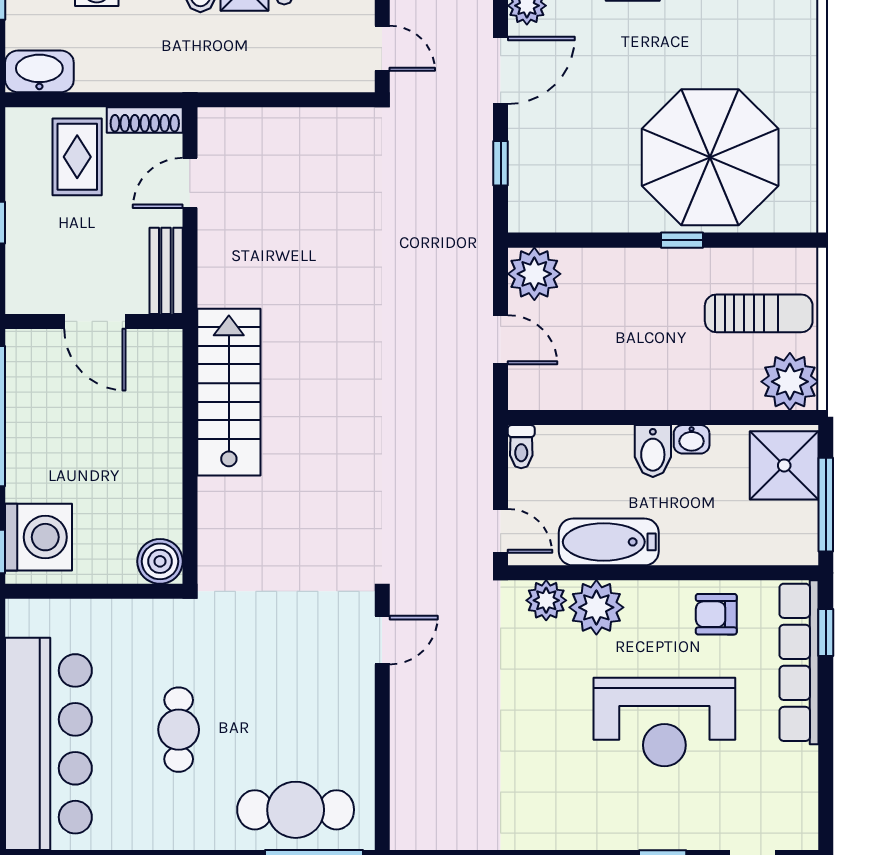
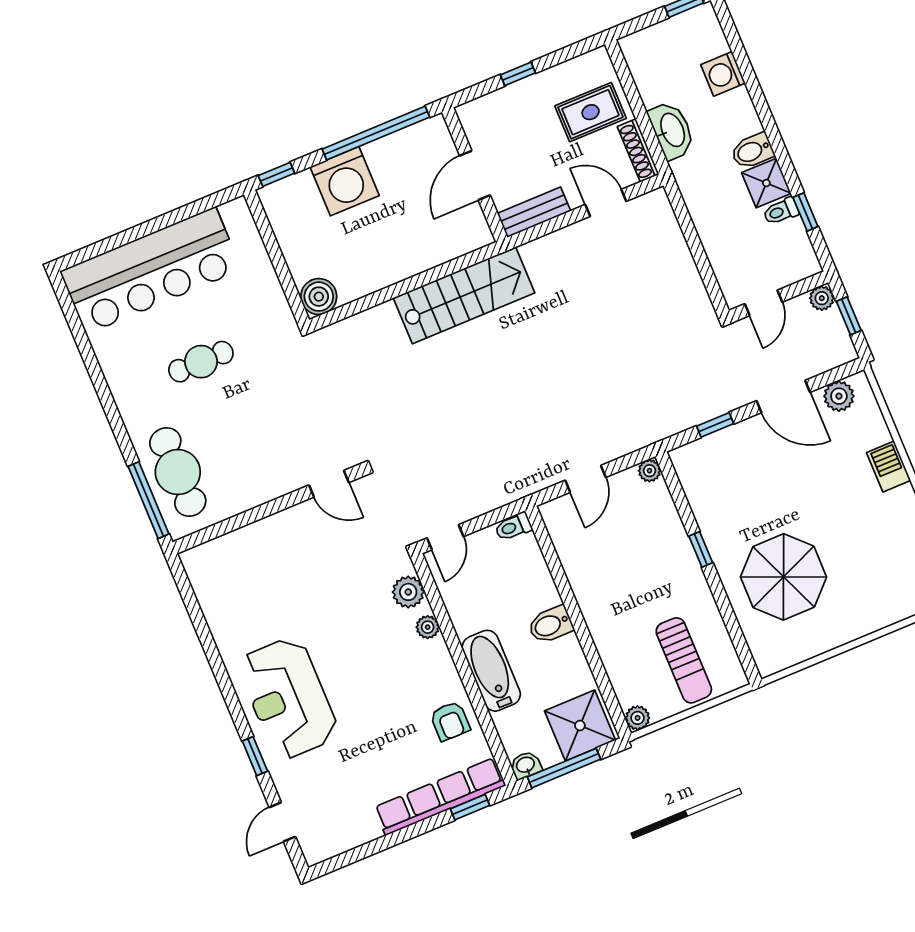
washbasin: (39, 71) -> (672, 130), moved
parasol: (710, 157) -> (784, 577), width x0.73, depth x0.73
window: (682, 240) -> (701, 549), moved
plant: (534, 274) -> (649, 471), width x0.53, depth x0.53
plant: (790, 382) -> (638, 718), width x0.53, depth x0.53
washbasin: (692, 439) -> (526, 765), moved, turned 90
washing machine: (39, 537) -> (345, 181), moved
bathtub: (609, 542) -> (491, 671), moved
plant: (596, 607) -> (428, 627), width x0.53, depth x0.53
armchair: (716, 614) -> (450, 721), turned 180
reception desk: (664, 722) -> (288, 698), moved

